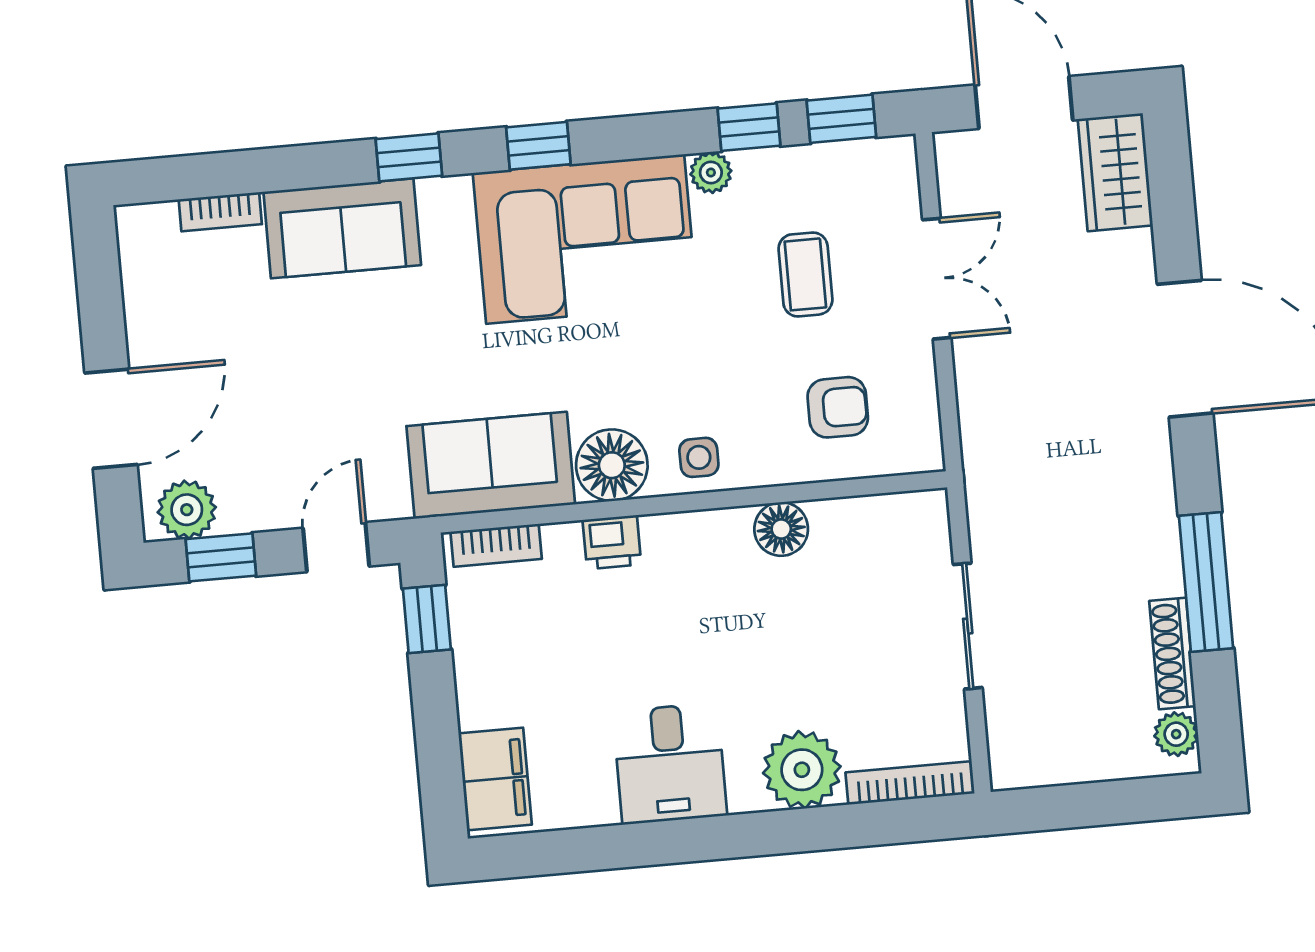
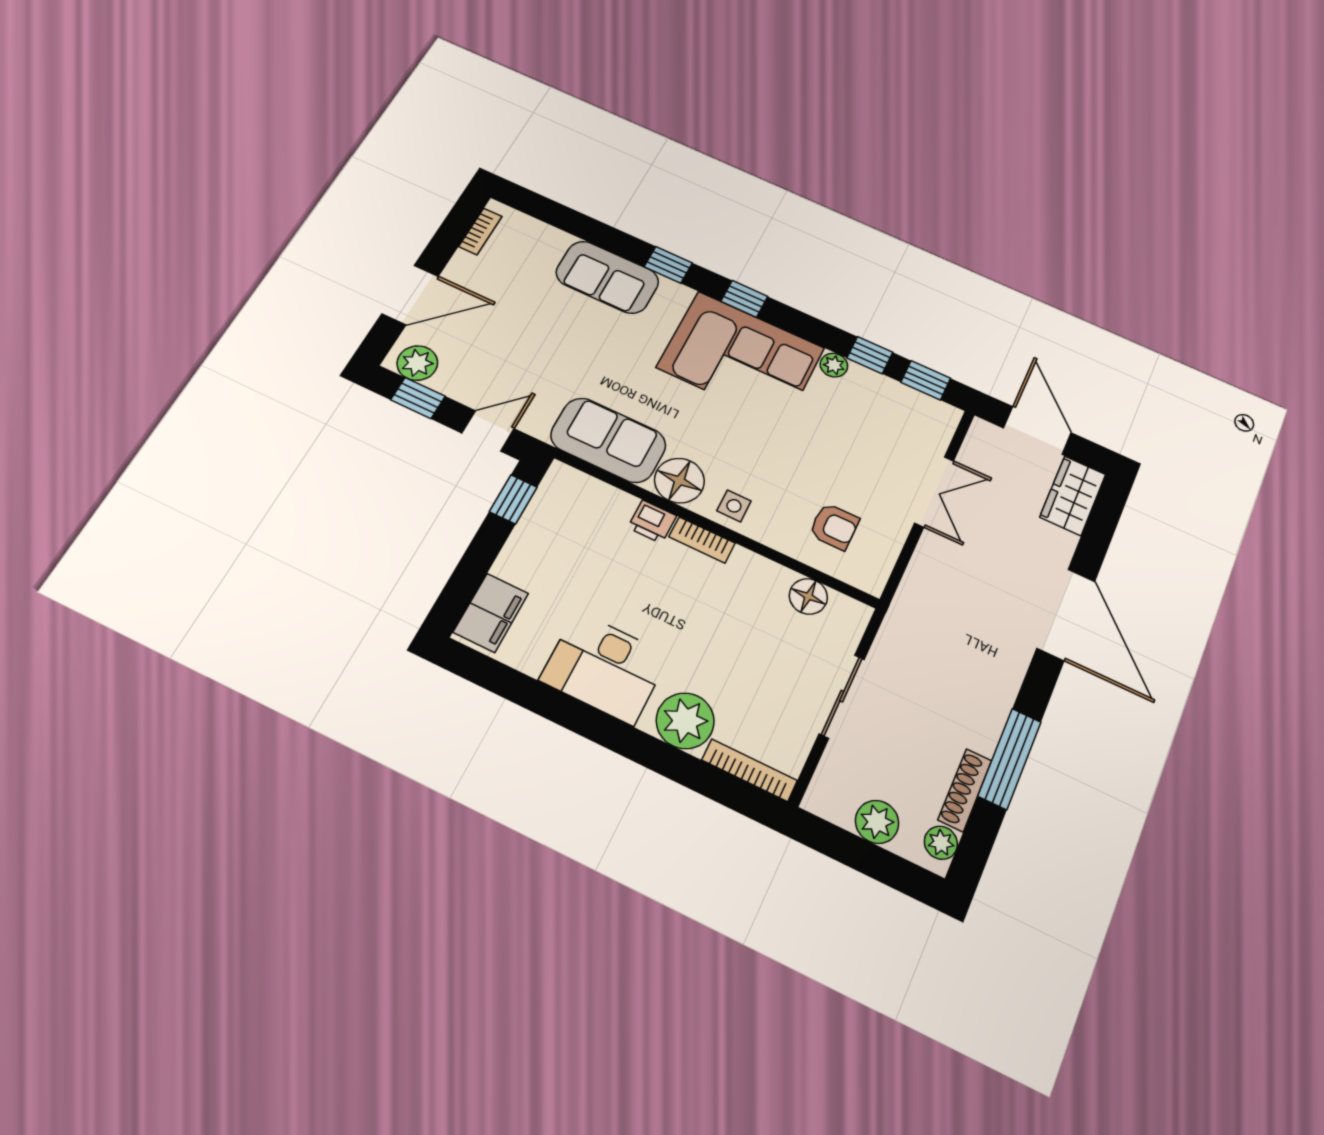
bookcase: (220, 212) -> (480, 231), moved, turned -90
coffee table: (805, 274) -> (857, 446), removed
floor lamp: (781, 529) -> (808, 596), moved
bookcase: (496, 545) -> (702, 540), moved
plant: (1090, 754) -> (877, 822), added
desk: (670, 764) -> (605, 668), width x1.37

